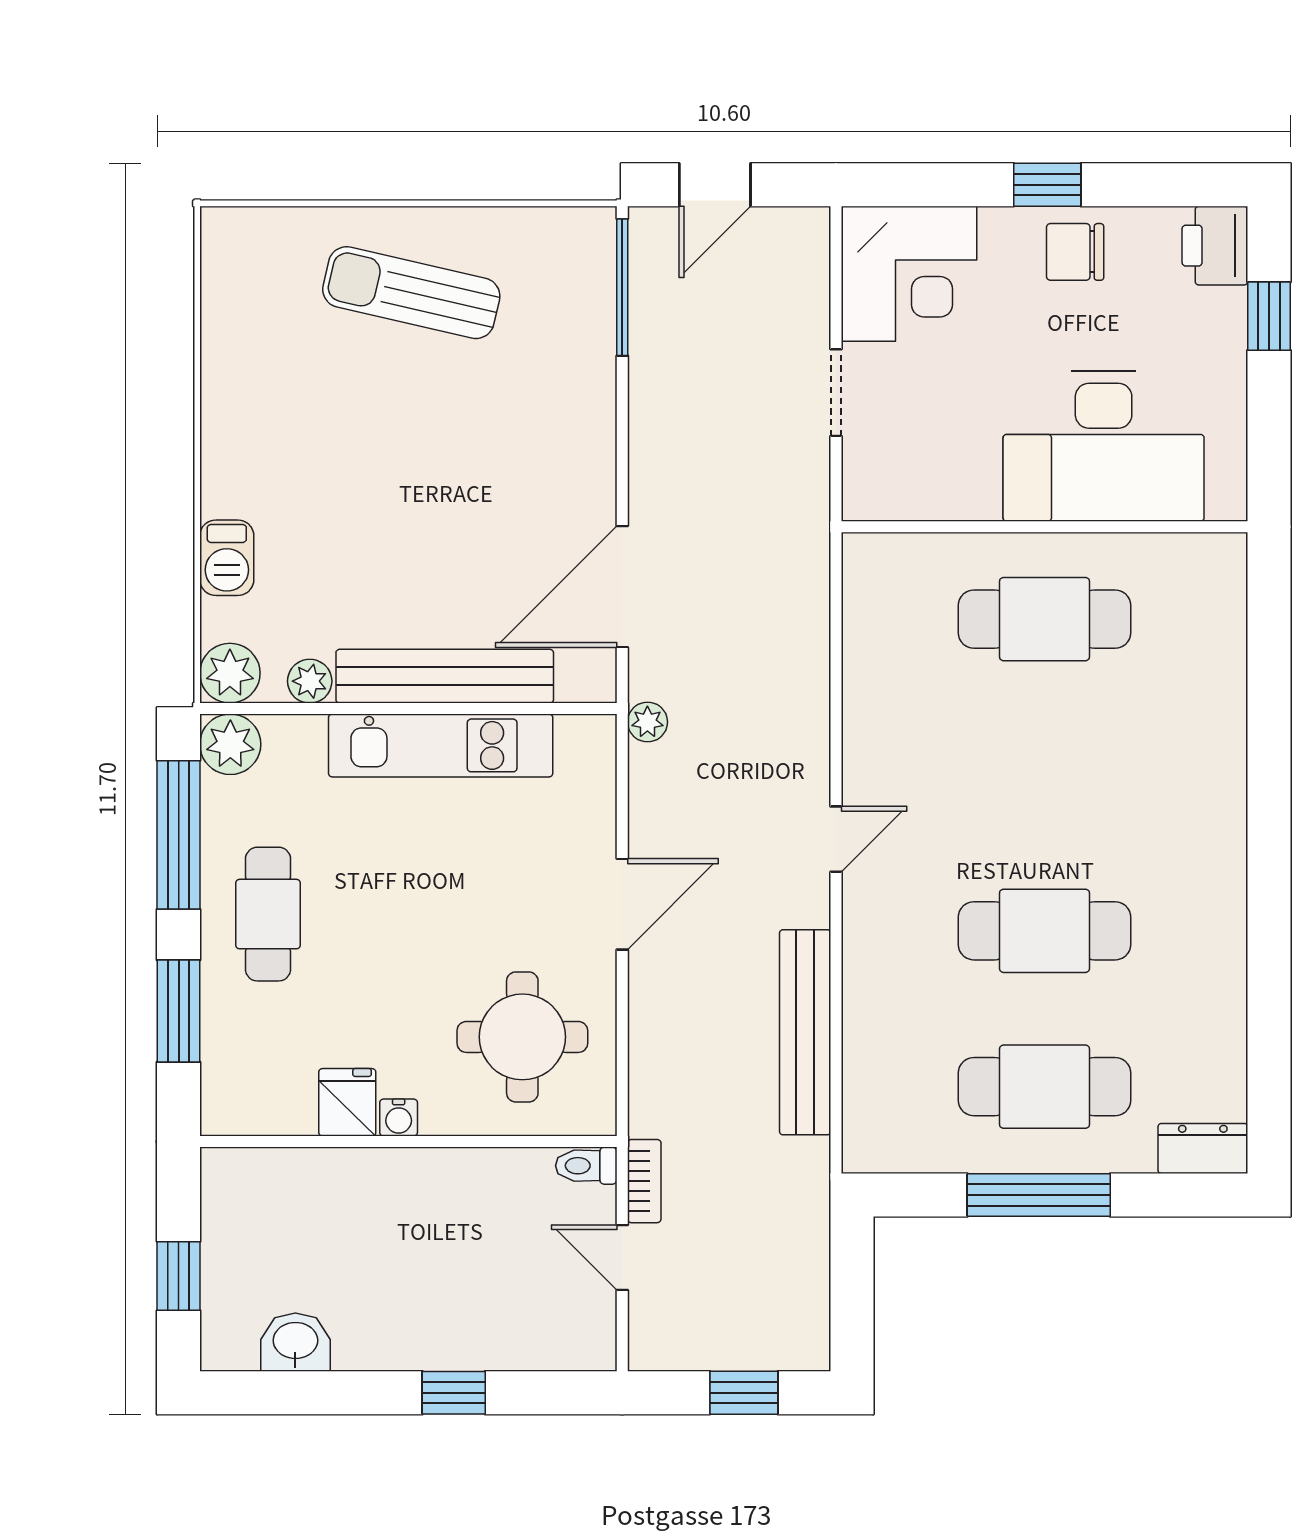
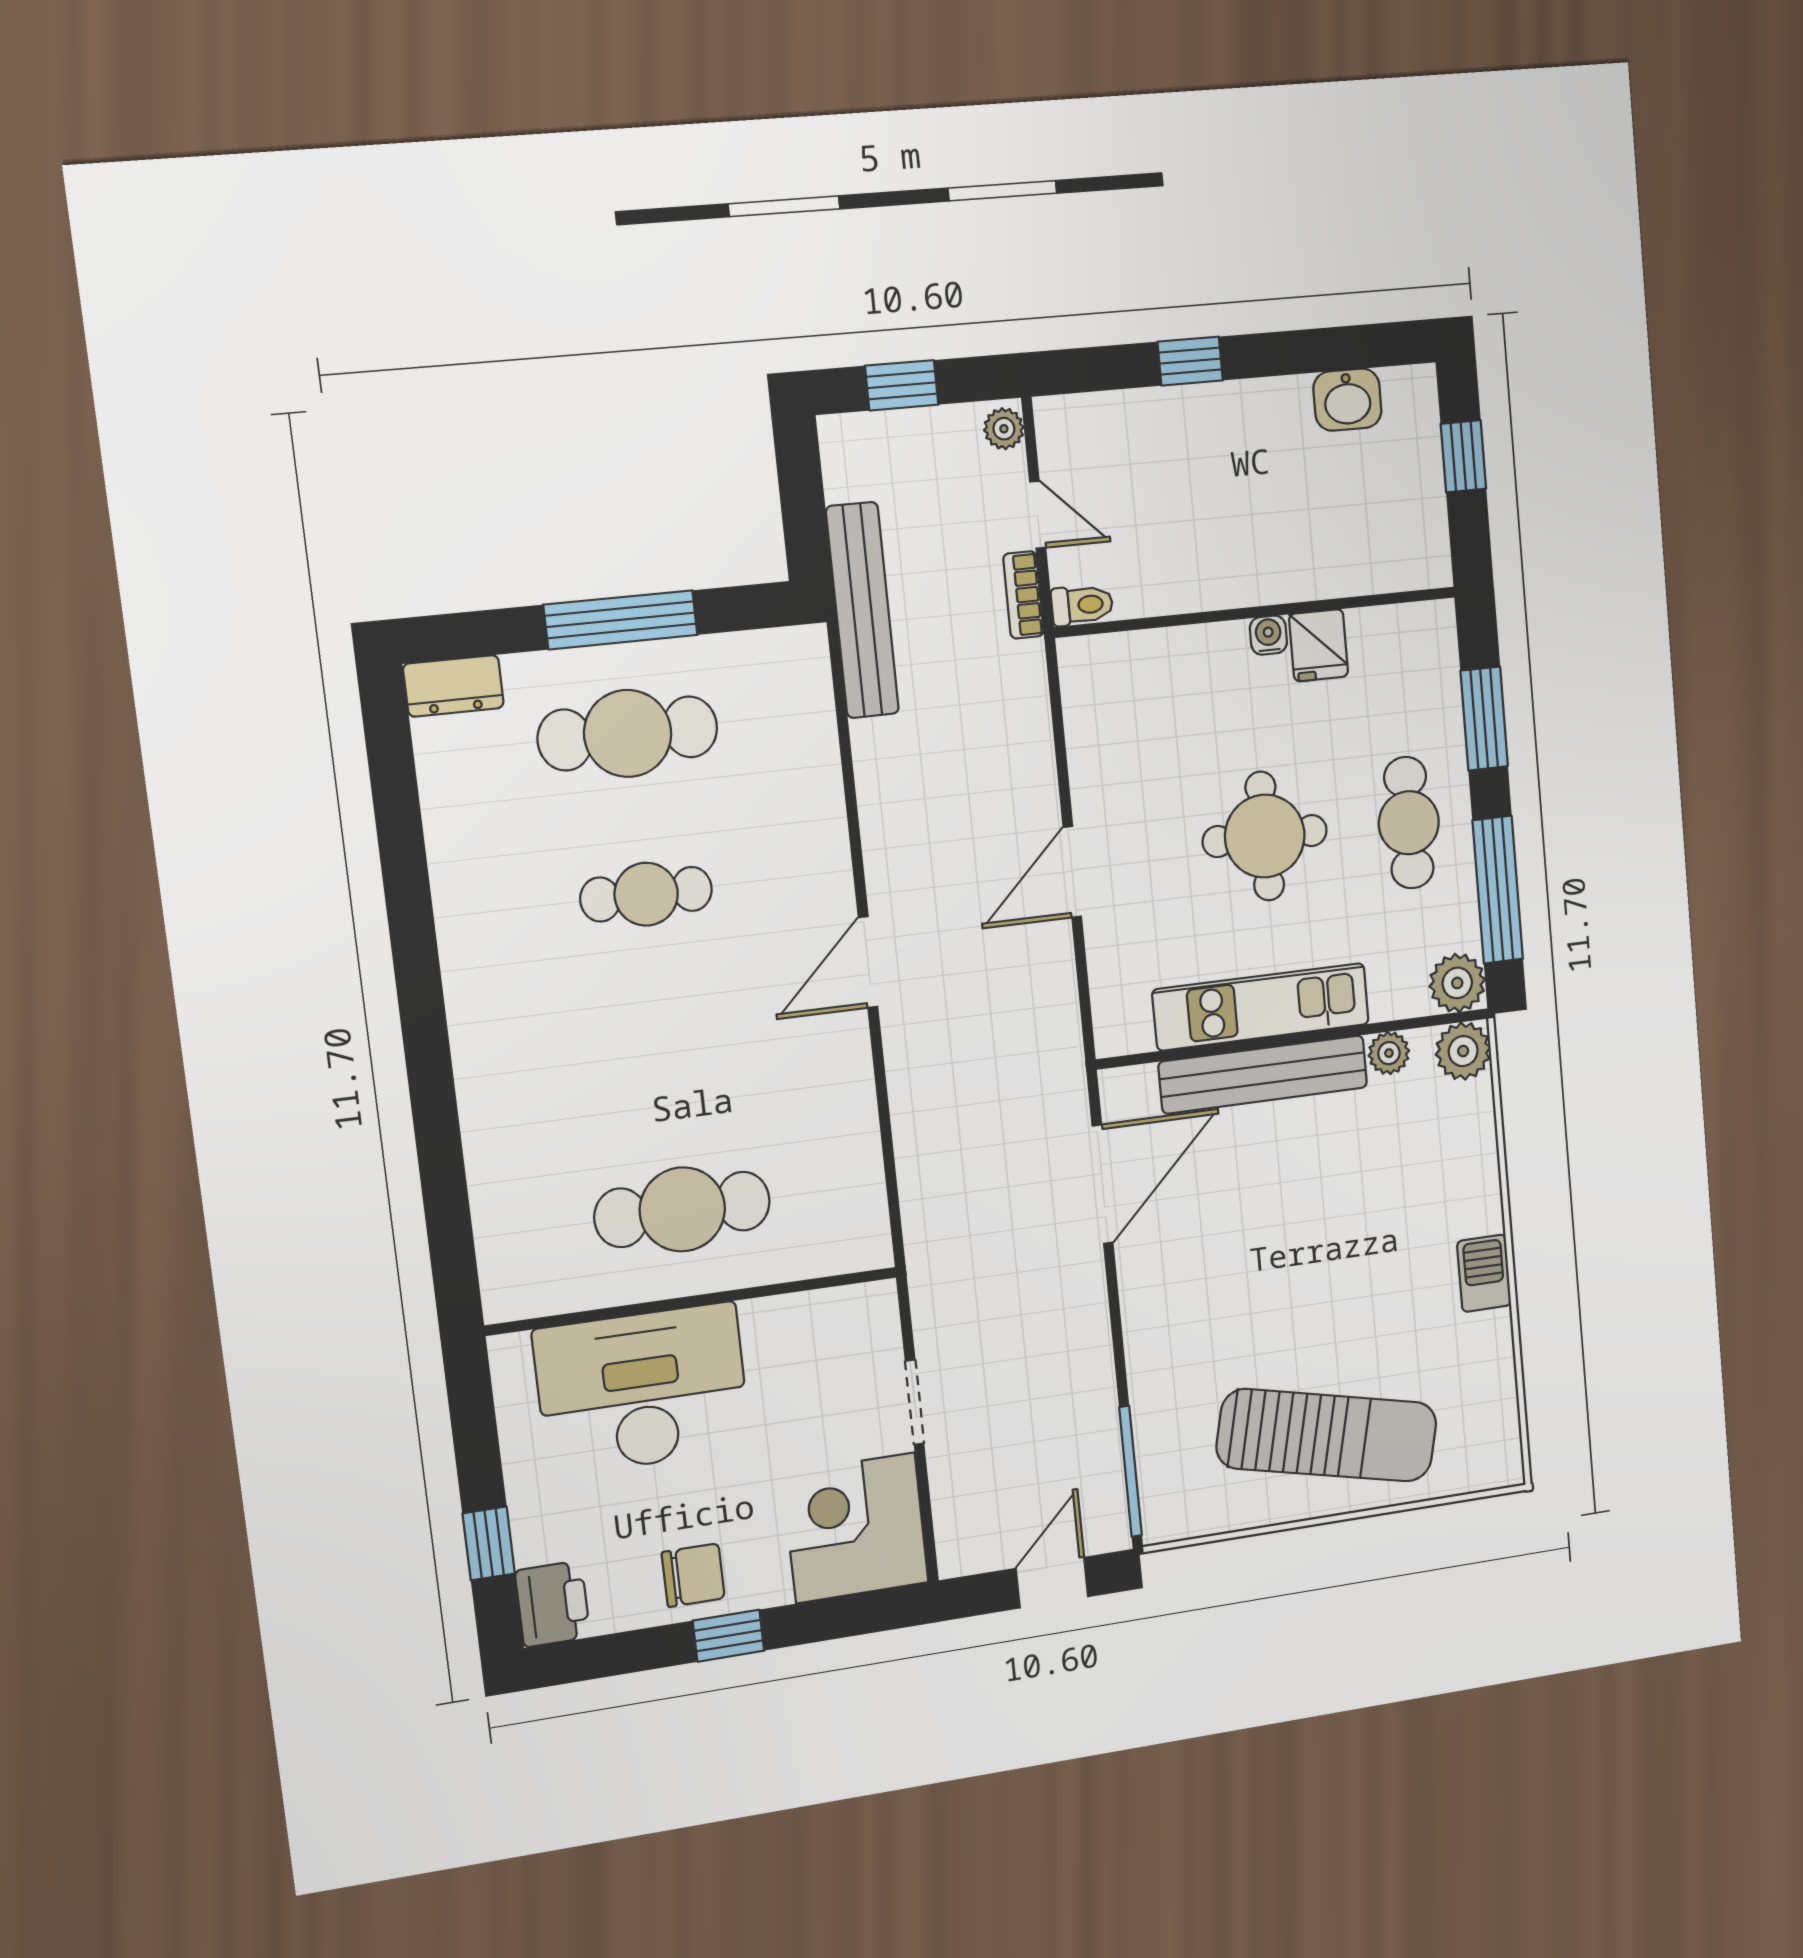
sun lounger: (411, 293) -> (1327, 1435), width x1.36, depth x1.34
barbecue: (227, 558) -> (1484, 1273), moved
plant: (647, 722) -> (1004, 429), moved
door: (836, 839) -> (868, 962), width x1.38
cafe table: (1045, 931) -> (646, 894), width x0.73, depth x0.74
bench: (805, 1032) -> (862, 610), moved
round table: (522, 1037) -> (1265, 836), moved

